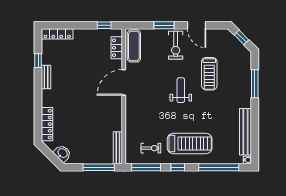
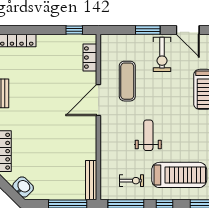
exercise mat: (134, 46) -> (127, 81), moved
weight bench: (181, 90) -> (148, 135), moved

